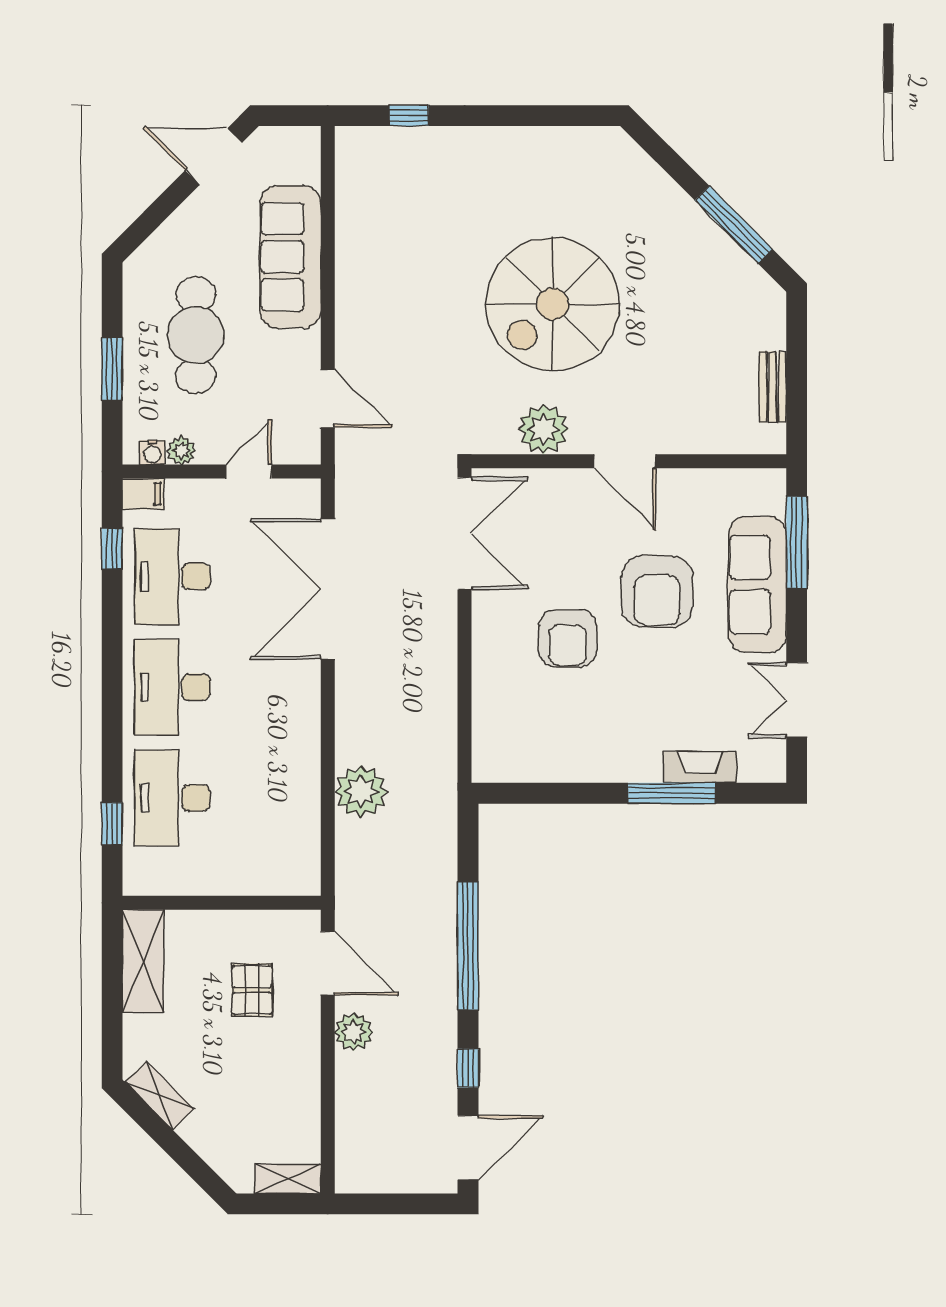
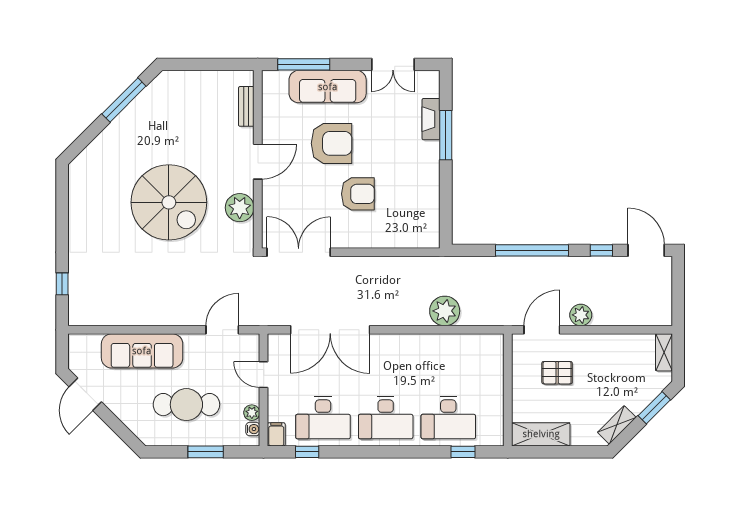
bench: (773, 387) -> (246, 106), moved, turned 90
window: (190, 1162) -> (654, 408), added

